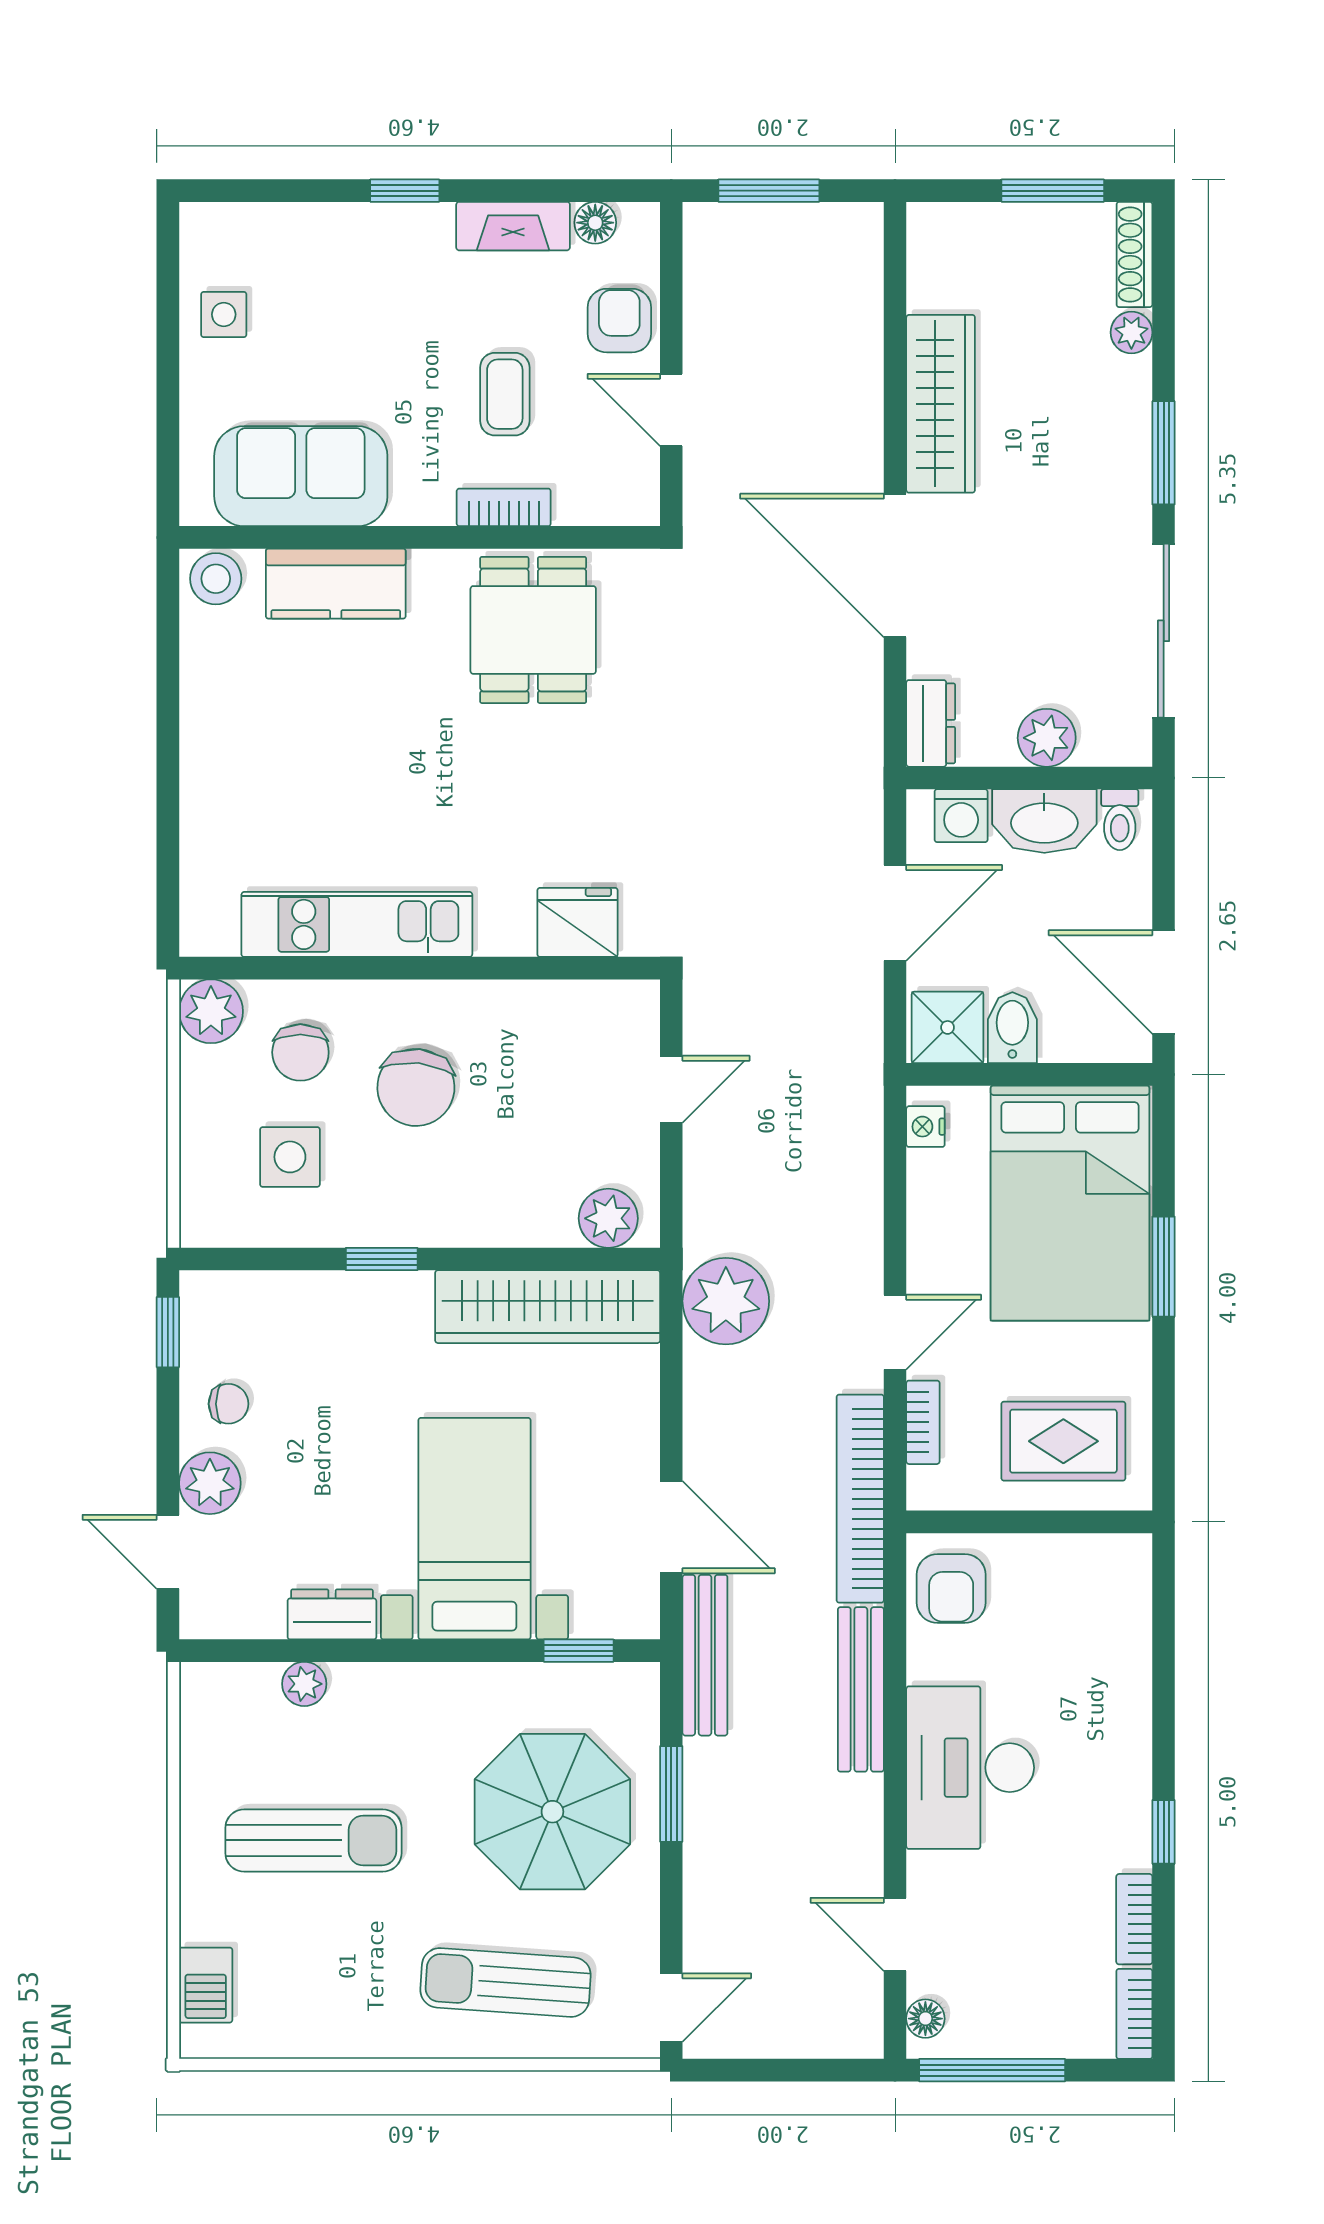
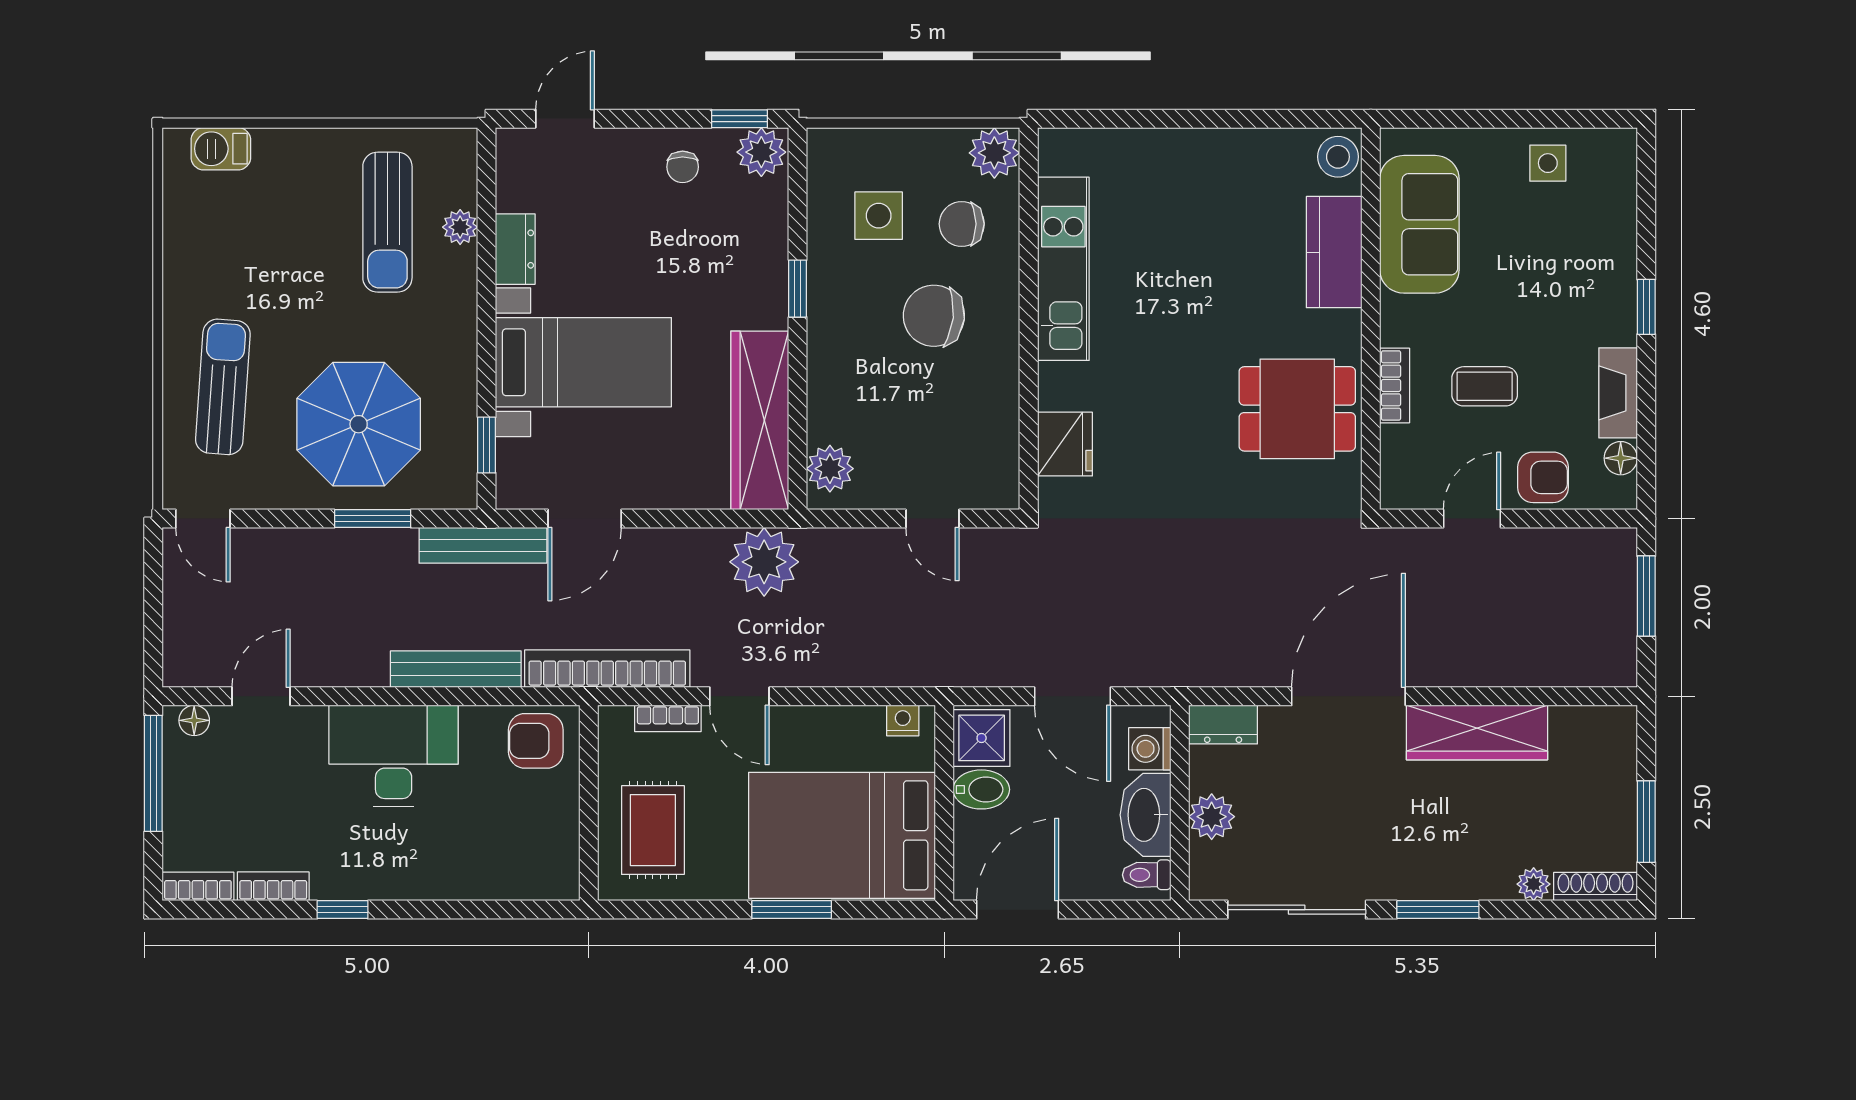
plant: (210, 1483) -> (761, 152), moved
sun lounger: (313, 1840) -> (387, 222), moved

